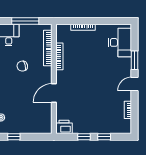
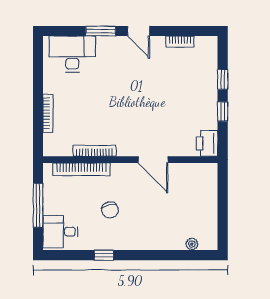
window: (14, 137) -> (223, 223), removed

